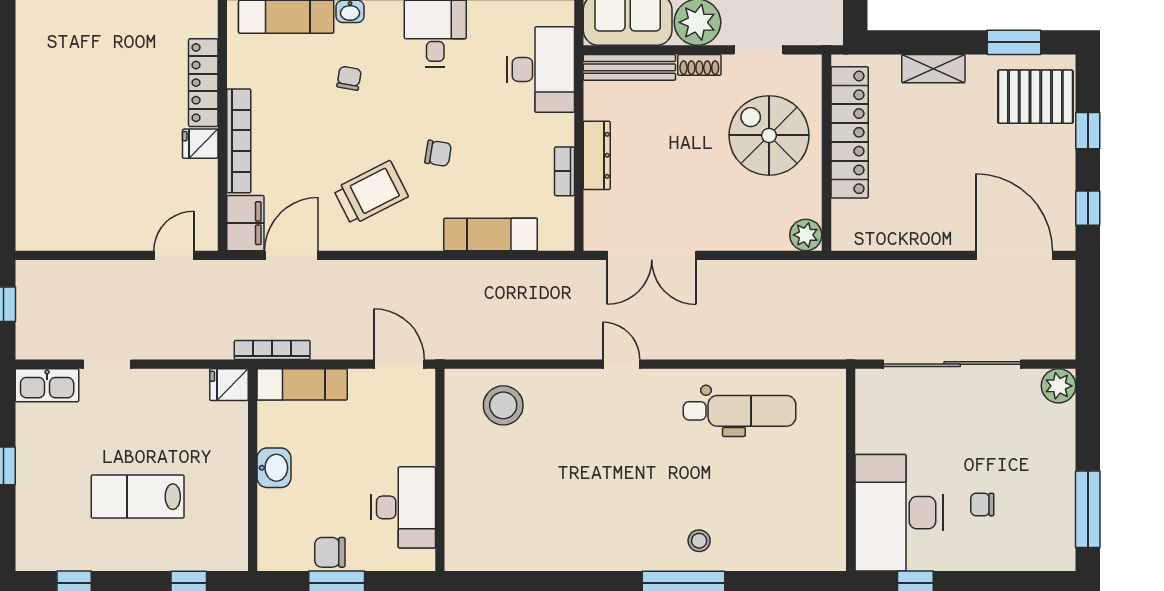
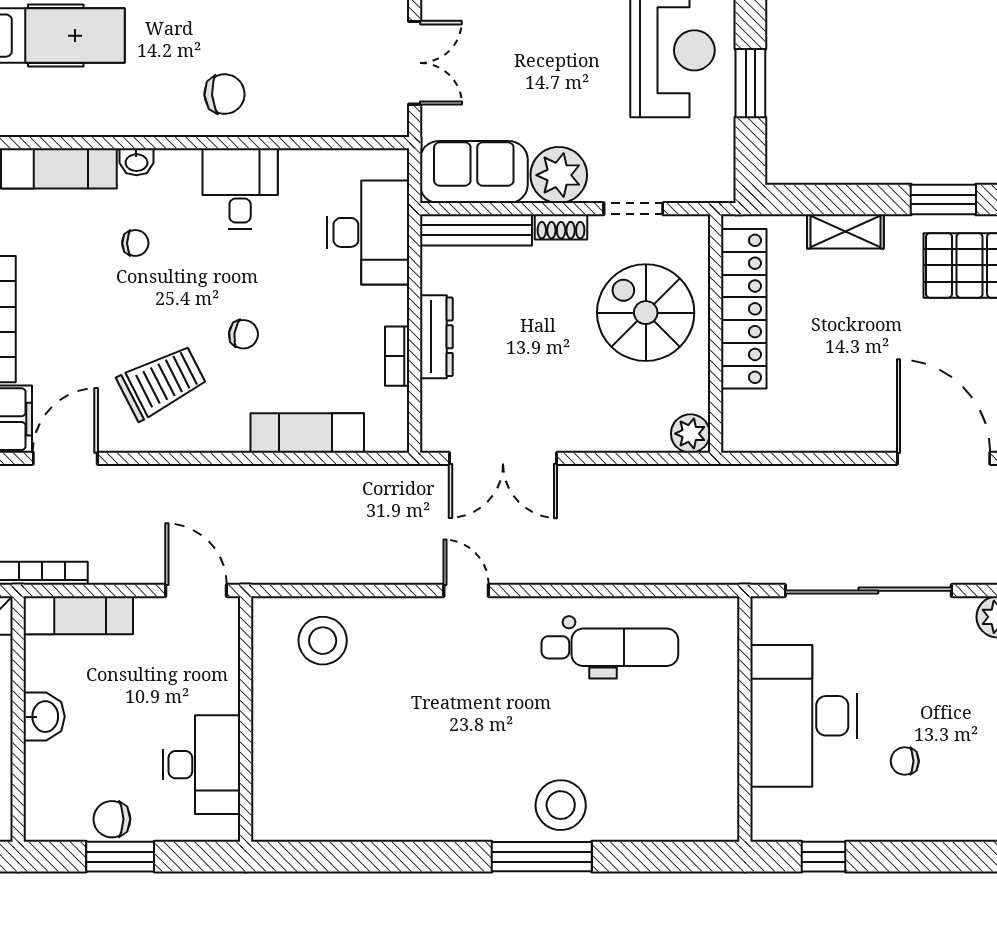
chair: (349, 78) -> (135, 243), turned 80
desk: (899, 513) -> (804, 716), moved
stool: (699, 541) -> (561, 805), width x1.89, depth x1.89

